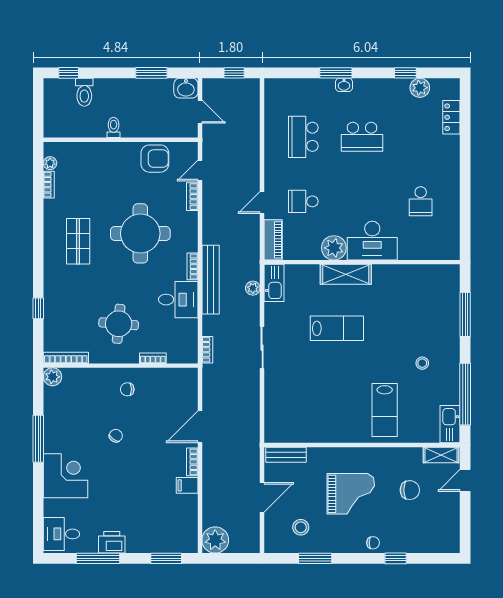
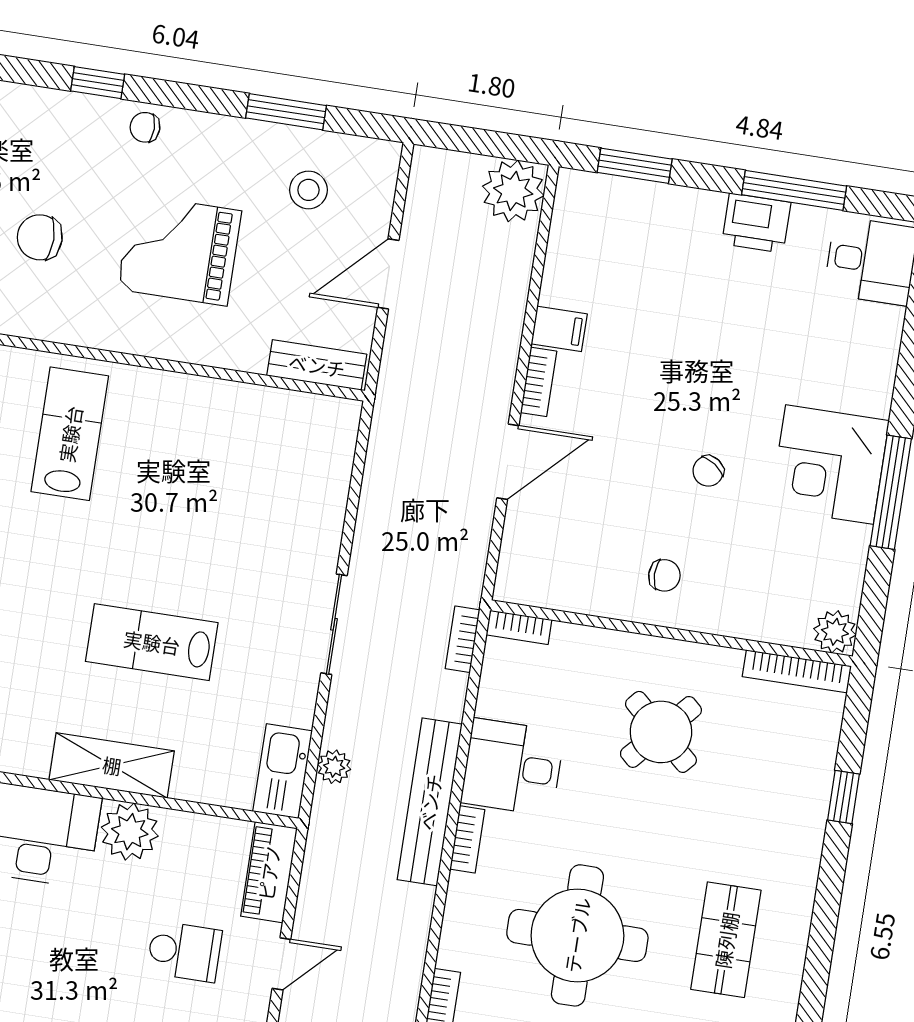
round table: (119, 324) -> (661, 732), turned 37
bookcase: (153, 358) -> (519, 627), moved
corner desk: (66, 476) -> (829, 465), moved

